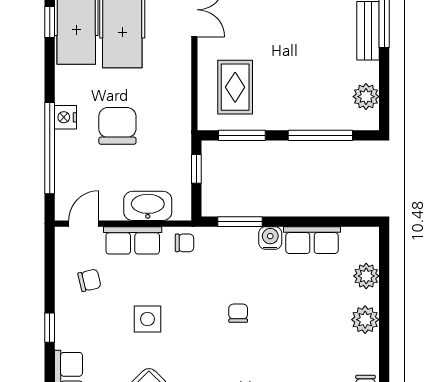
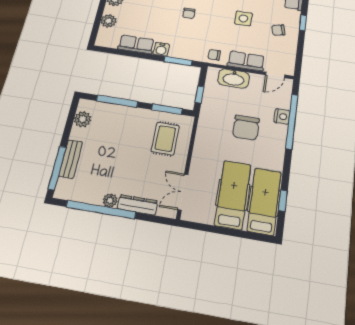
nightstand: (66, 117) -> (282, 116), moved
chair: (89, 280) -> (278, 30), moved

